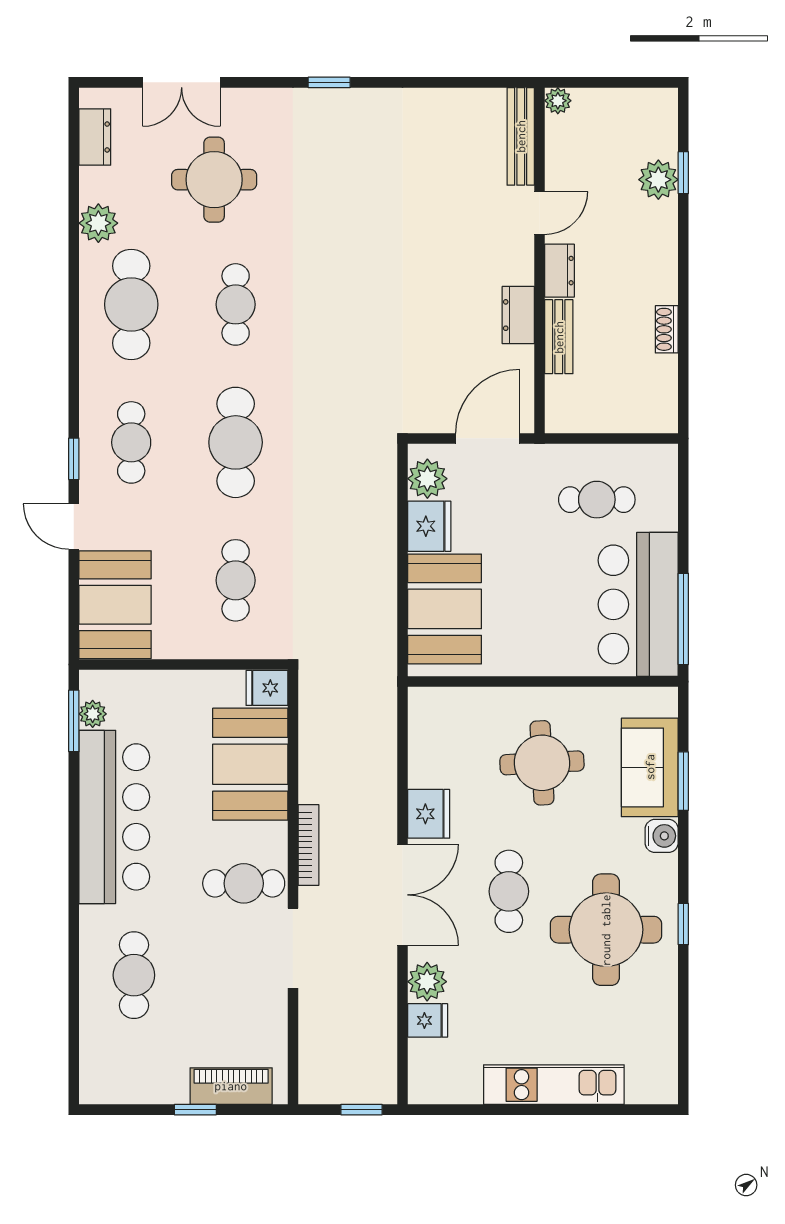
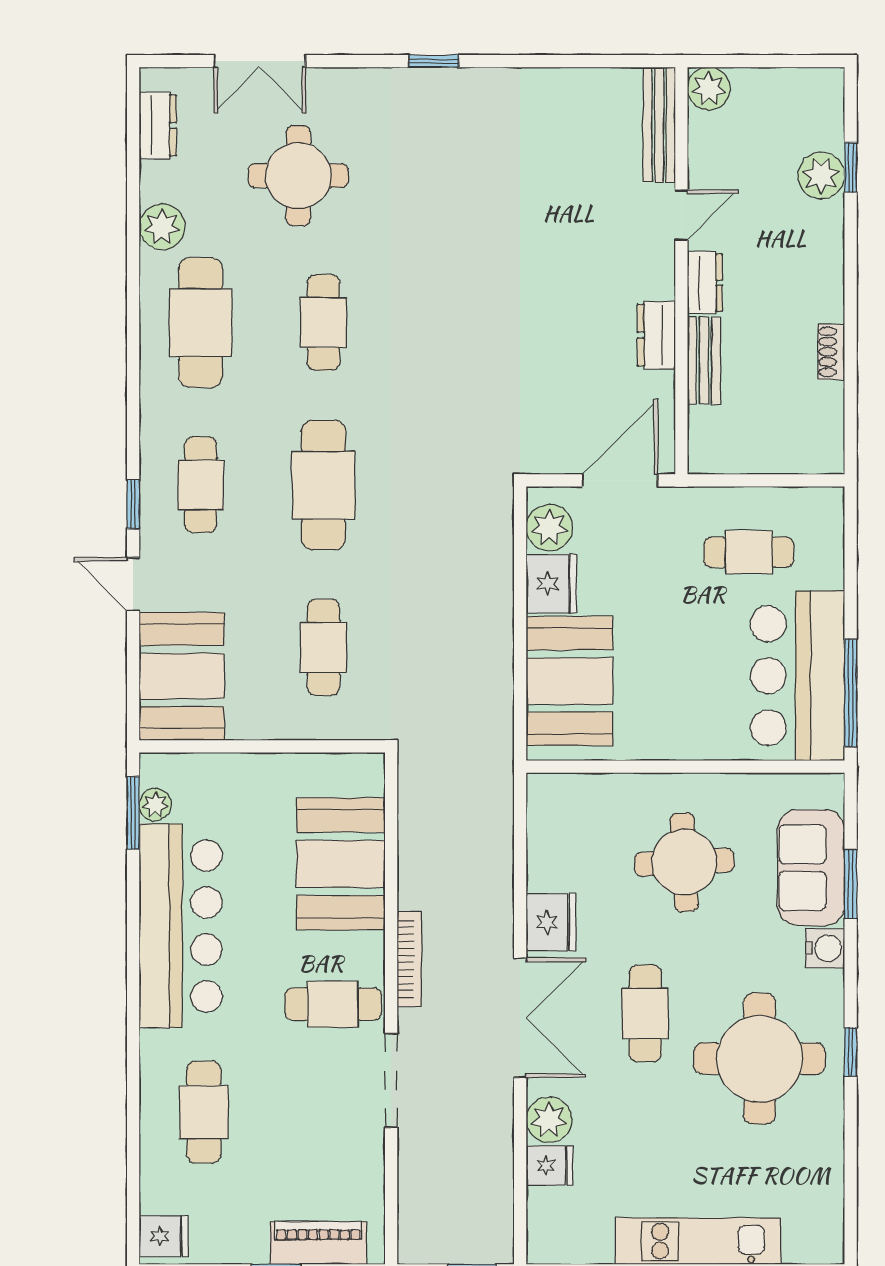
plant: (558, 101) -> (709, 89), width x1.38, depth x1.38
fridge: (267, 688) -> (164, 1236), moved, turned 180

